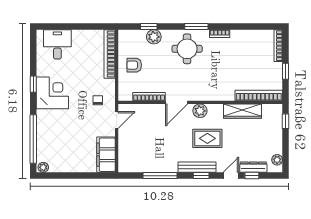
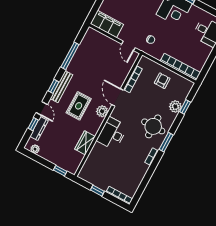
desk: (218, 88) -> (112, 134), added
bookcase: (259, 95) -> (90, 161), removed
wardrobe: (243, 111) -> (85, 143), width x0.67

